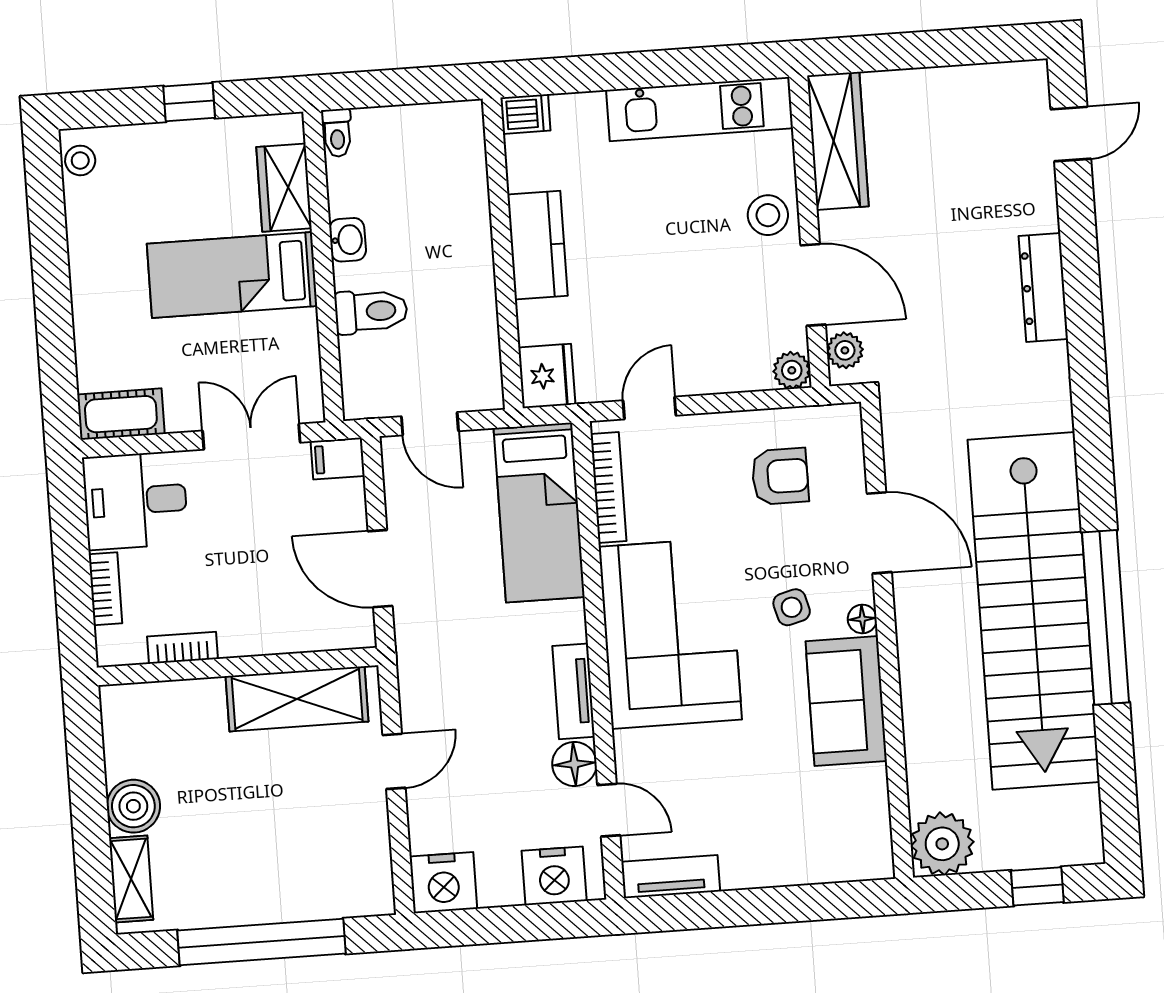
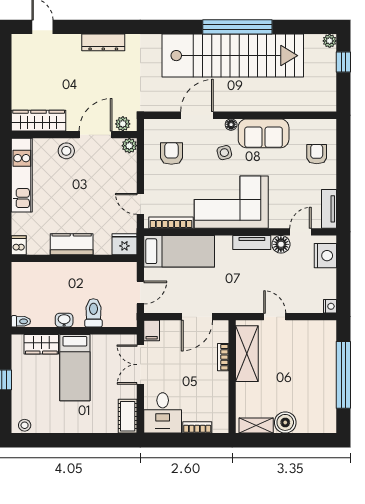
bookcase: (183, 648) -> (223, 357), moved
armchair: (804, 836) -> (317, 154), added
plant: (942, 844) -> (330, 41), moved, width x0.53, depth x0.53
shelving: (131, 879) -> (256, 425), moved
nightstand: (443, 883) -> (330, 306), width x0.53, depth x0.56

